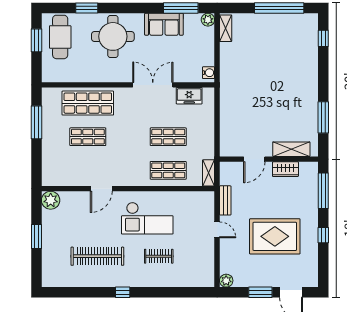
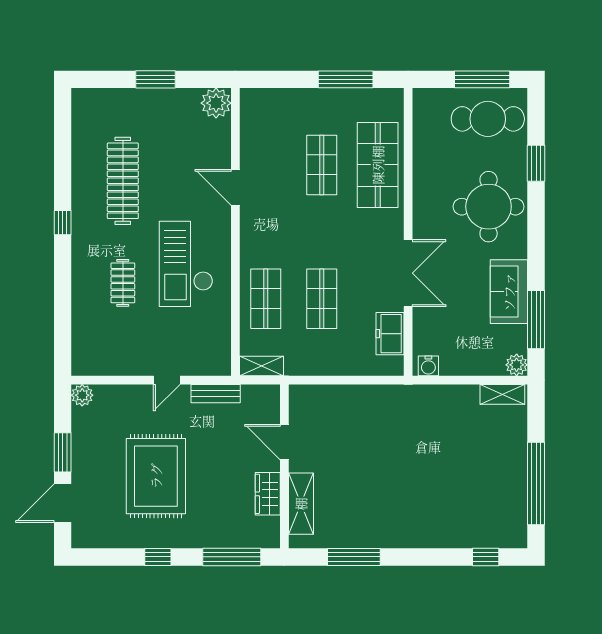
window: (36, 40) -> (482, 79), width x1.44

